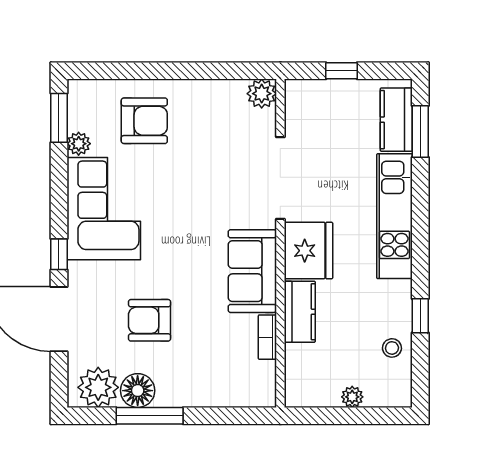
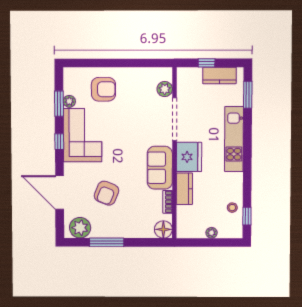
plant: (262, 94) -> (165, 89), moved
window: (59, 118) -> (59, 104), moved
kitchen counter: (396, 120) -> (219, 75), moved, turned -90
window: (59, 254) -> (59, 142), moved
window: (420, 316) -> (247, 216), moved
armchair: (150, 320) -> (106, 193), turned -68
floor lamp: (138, 391) -> (163, 229), moved

